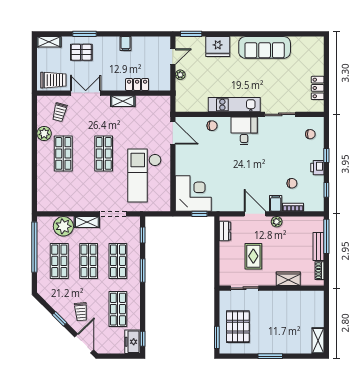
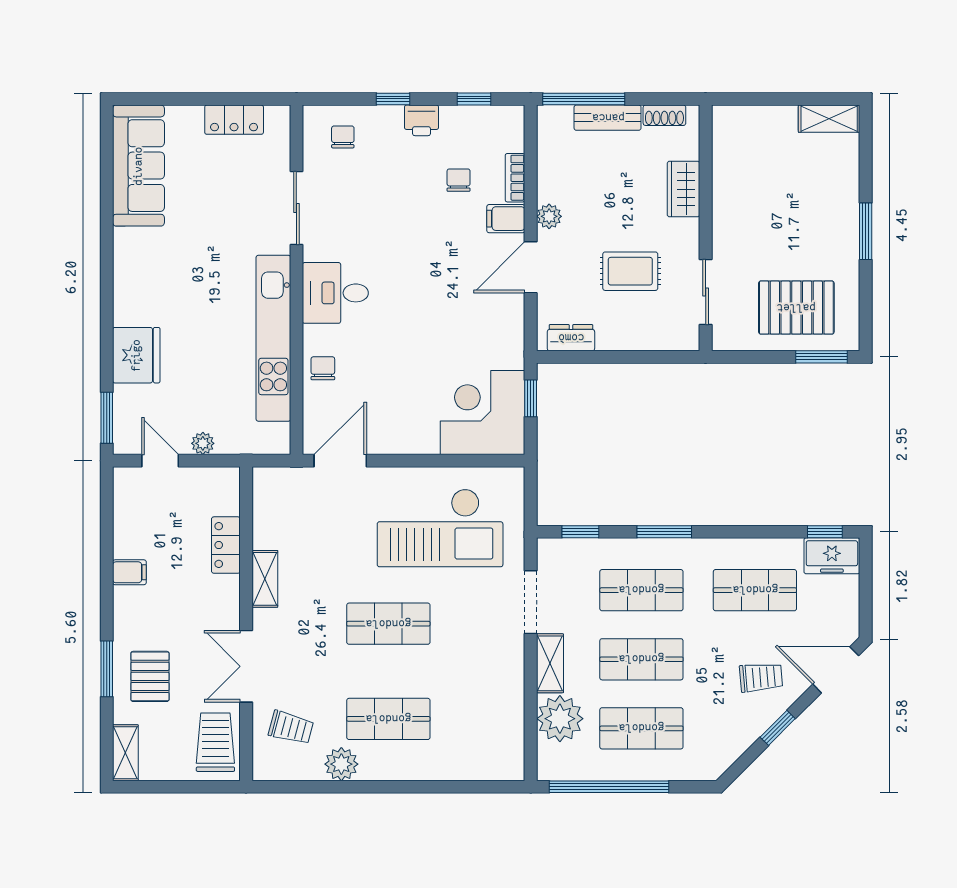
sofa: (265, 47) -> (138, 166), moved
kitchen unit: (234, 105) -> (273, 338), width x1.36

